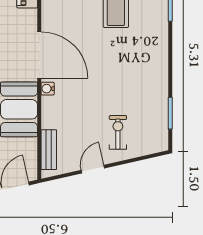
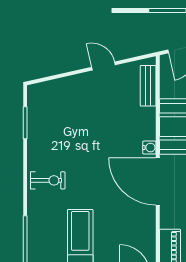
exercise bike: (118, 132) -> (48, 180), moved, turned -90
door: (93, 169) -> (104, 66), swing flipped

